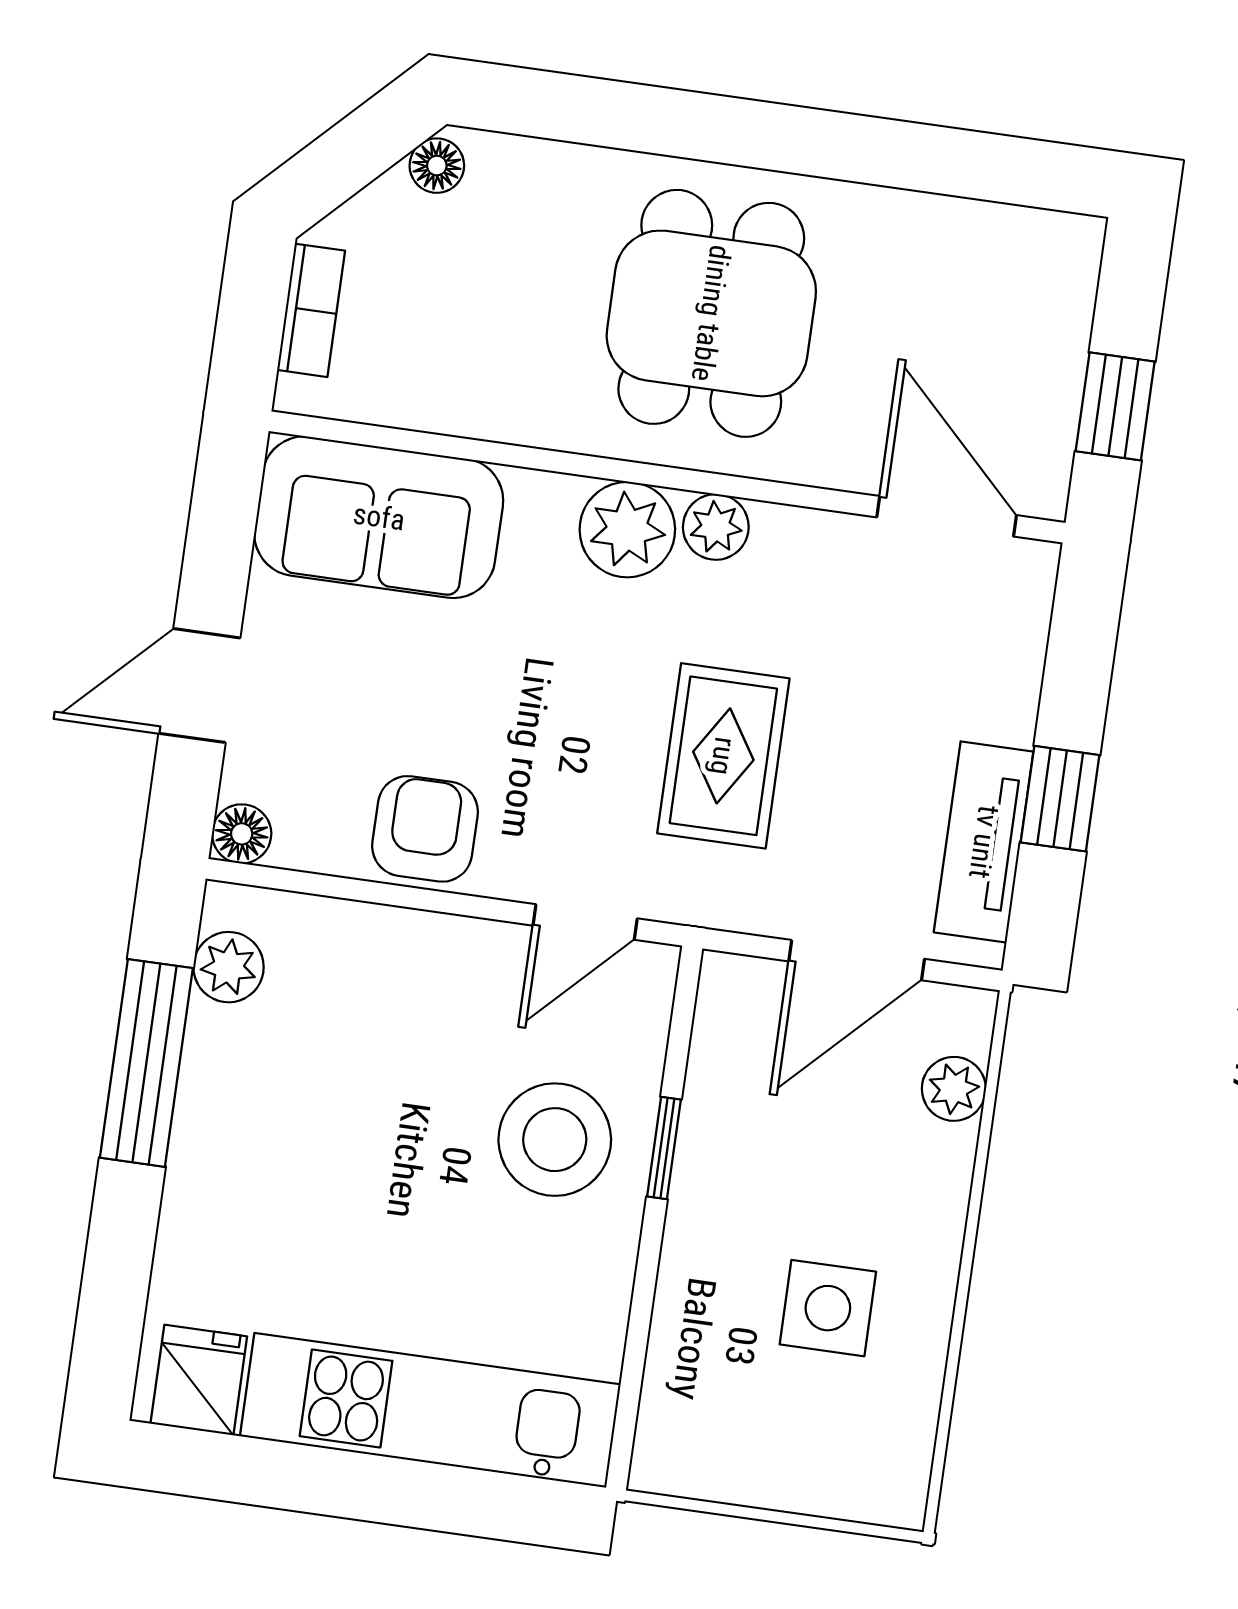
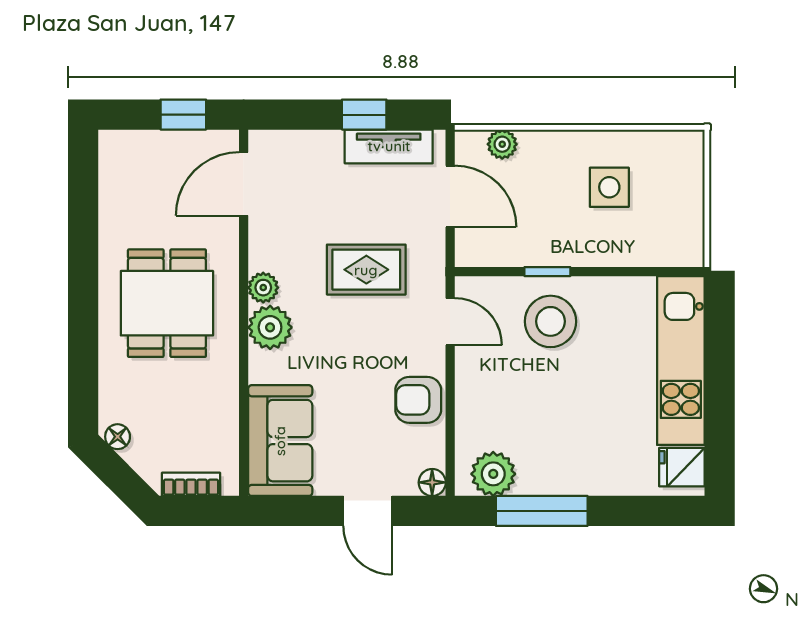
dining table: (711, 313) -> (167, 303), turned 90
plant: (229, 967) -> (493, 474), width x1.38, depth x1.38

